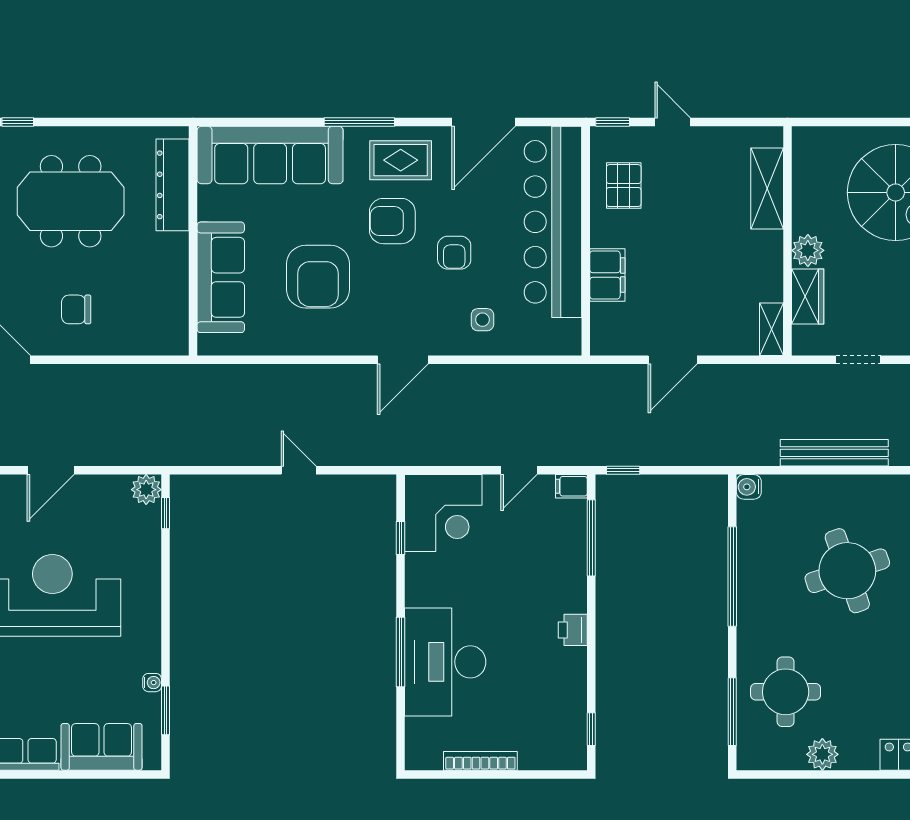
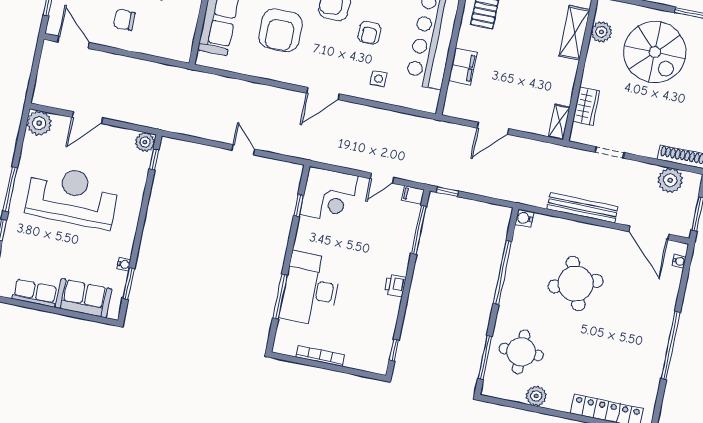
plant: (808, 250) -> (601, 32), moved
window: (400, 652) -> (280, 297), moved

